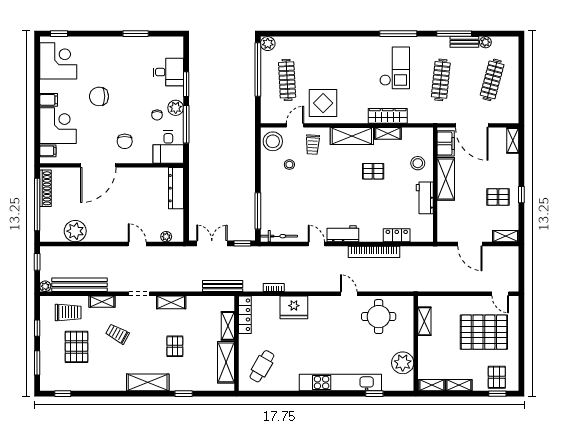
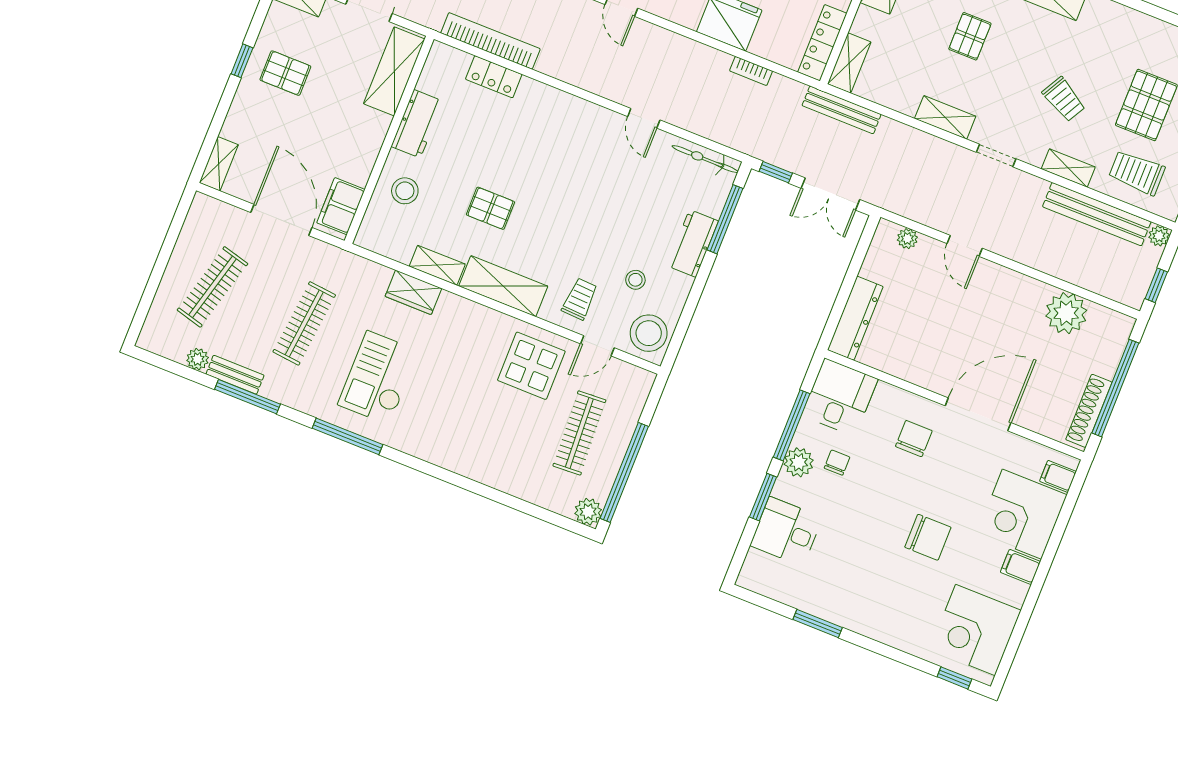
wardrobe: (388, 116) -> (413, 292), width x0.67
shelving: (446, 179) -> (394, 71), moved
workbench: (343, 234) -> (693, 243), moved, turned 90
bookcase: (374, 252) -> (490, 41), moved
shelving: (228, 326) -> (849, 63), moved

